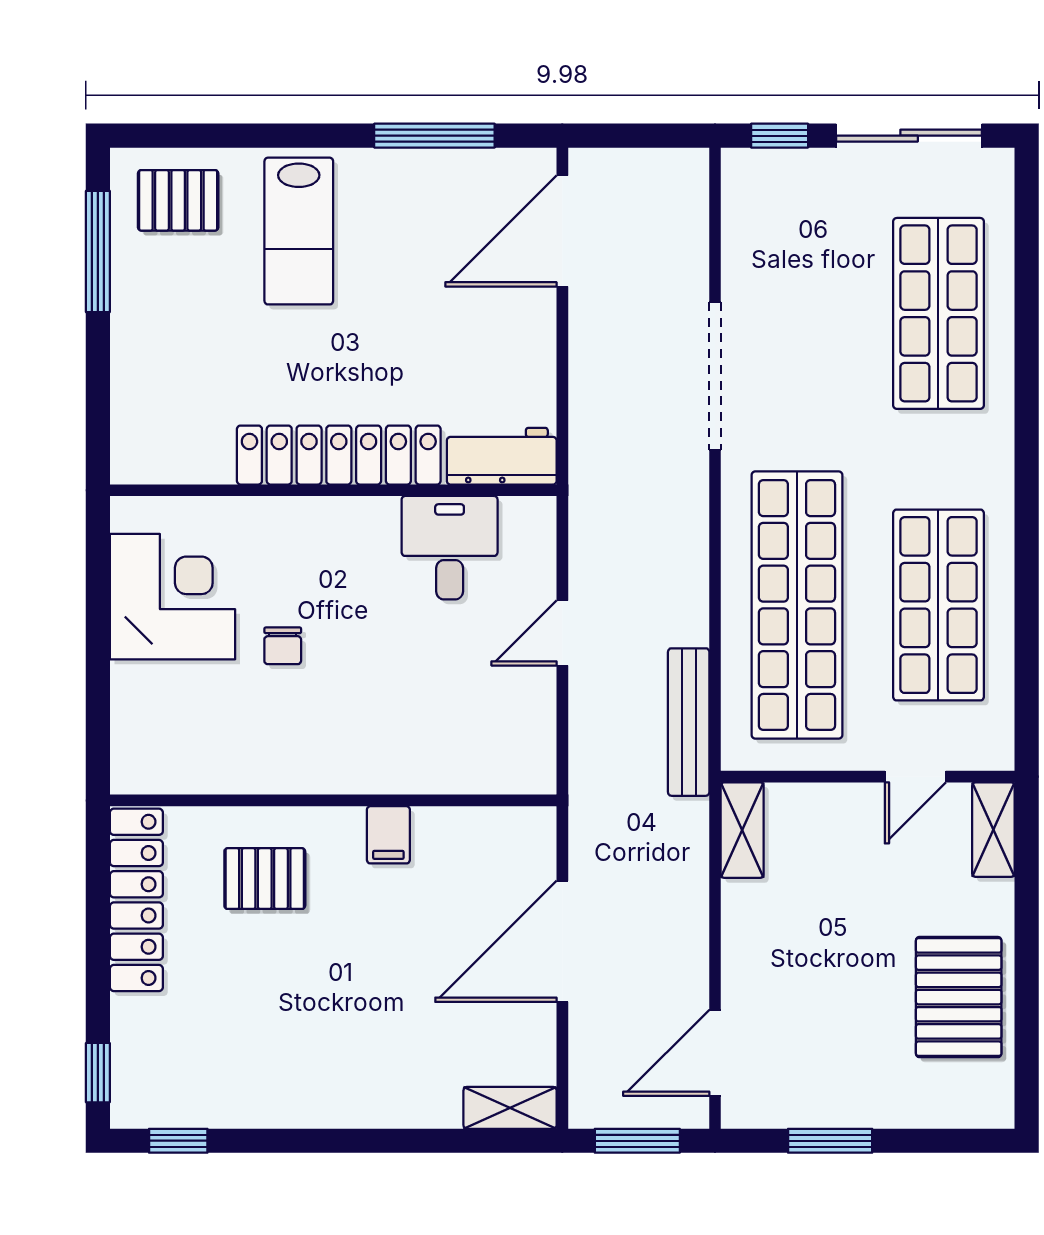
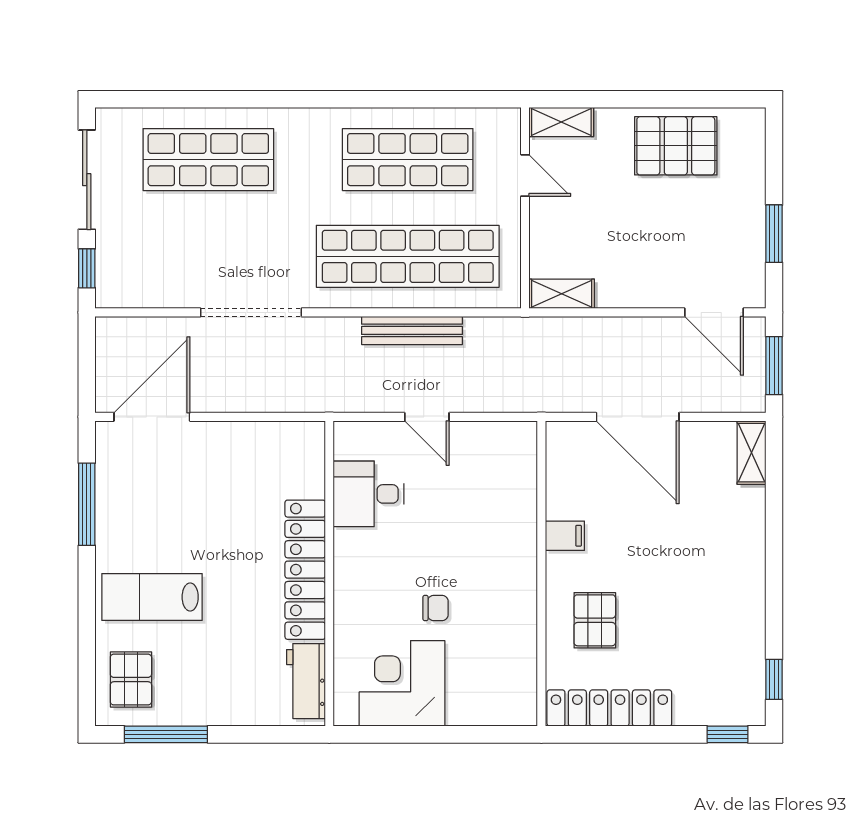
lab bench: (299, 231) -> (152, 597), turned 180
door: (562, 231) -> (152, 417), swing flipped
workbench: (502, 456) -> (306, 681), moved
bench: (689, 722) -> (412, 330), moved

